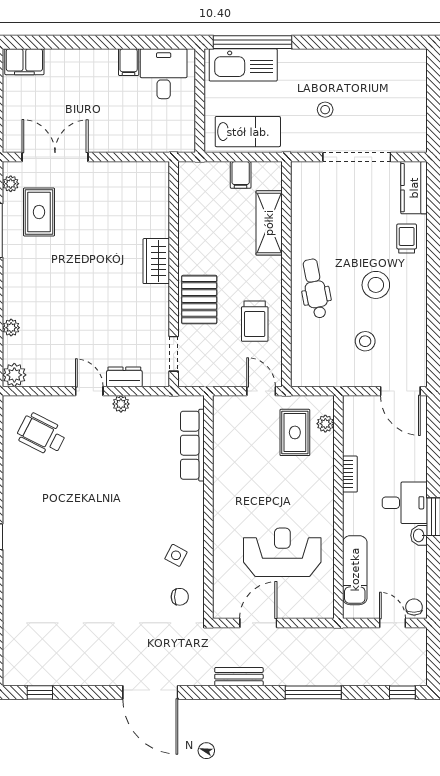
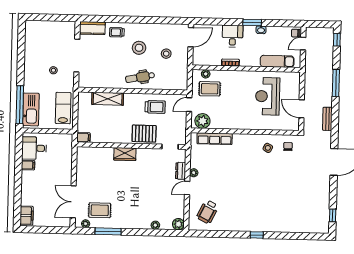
filing cabinet: (241, 175) -> (83, 137), moved
plant: (228, 419) -> (202, 121), added
desk: (405, 503) -> (232, 36), moved

